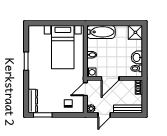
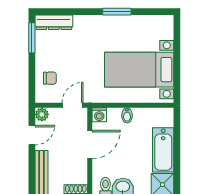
bathtub: (101, 32) -> (163, 150), moved
door: (110, 78) -> (90, 145), swing flipped
door: (85, 89) -> (73, 105), hinge flipped
door: (104, 115) -> (32, 135), swing flipped

